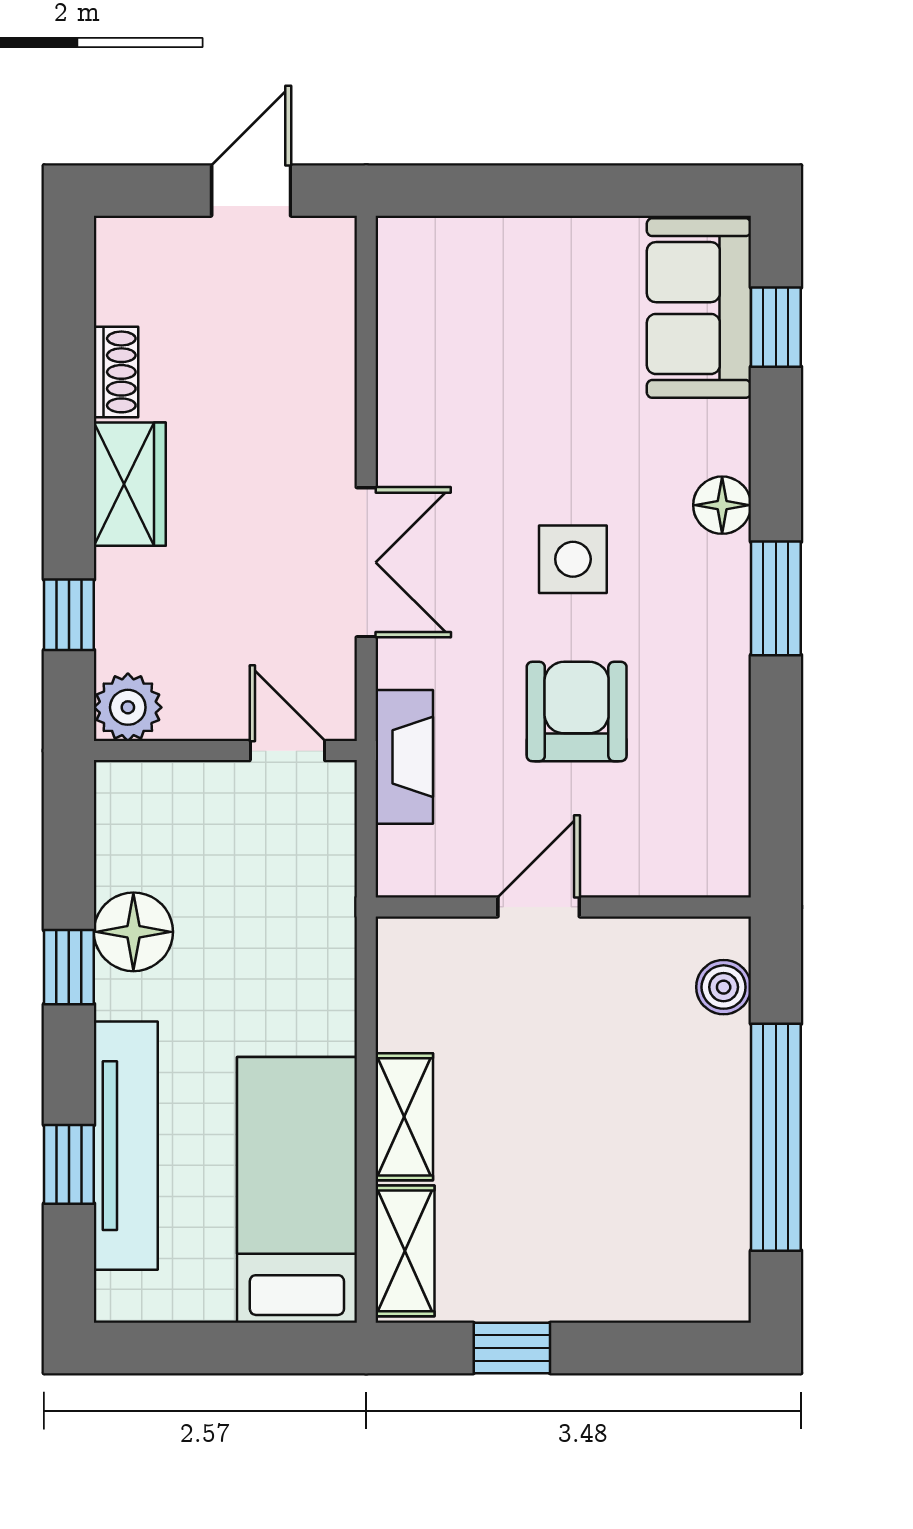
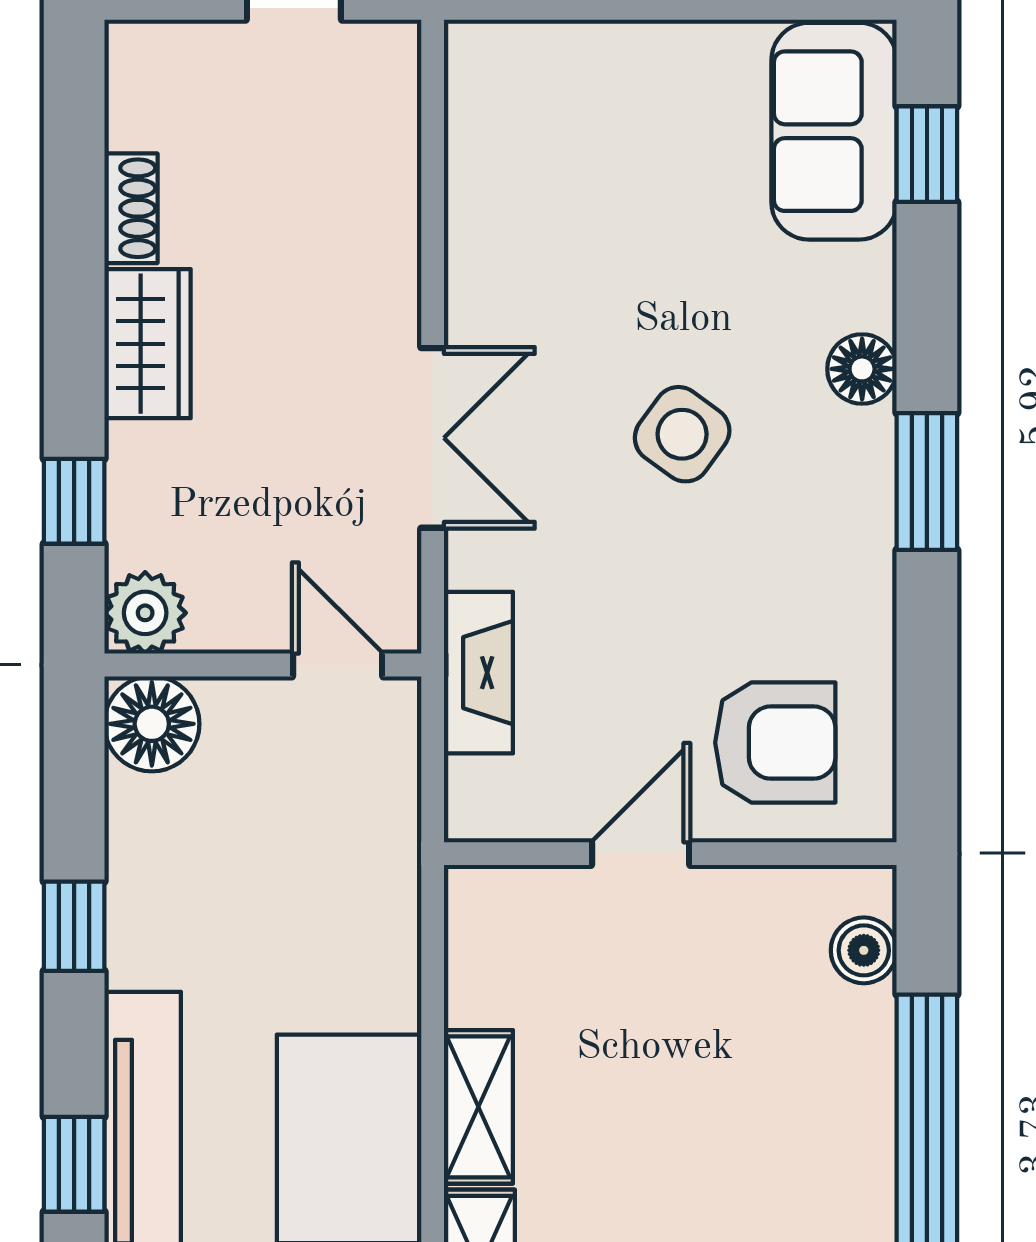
side table: (573, 559) -> (682, 434), turned 36
armchair: (577, 712) -> (775, 743), moved, turned 90
floor lamp: (133, 932) -> (152, 724), moved

